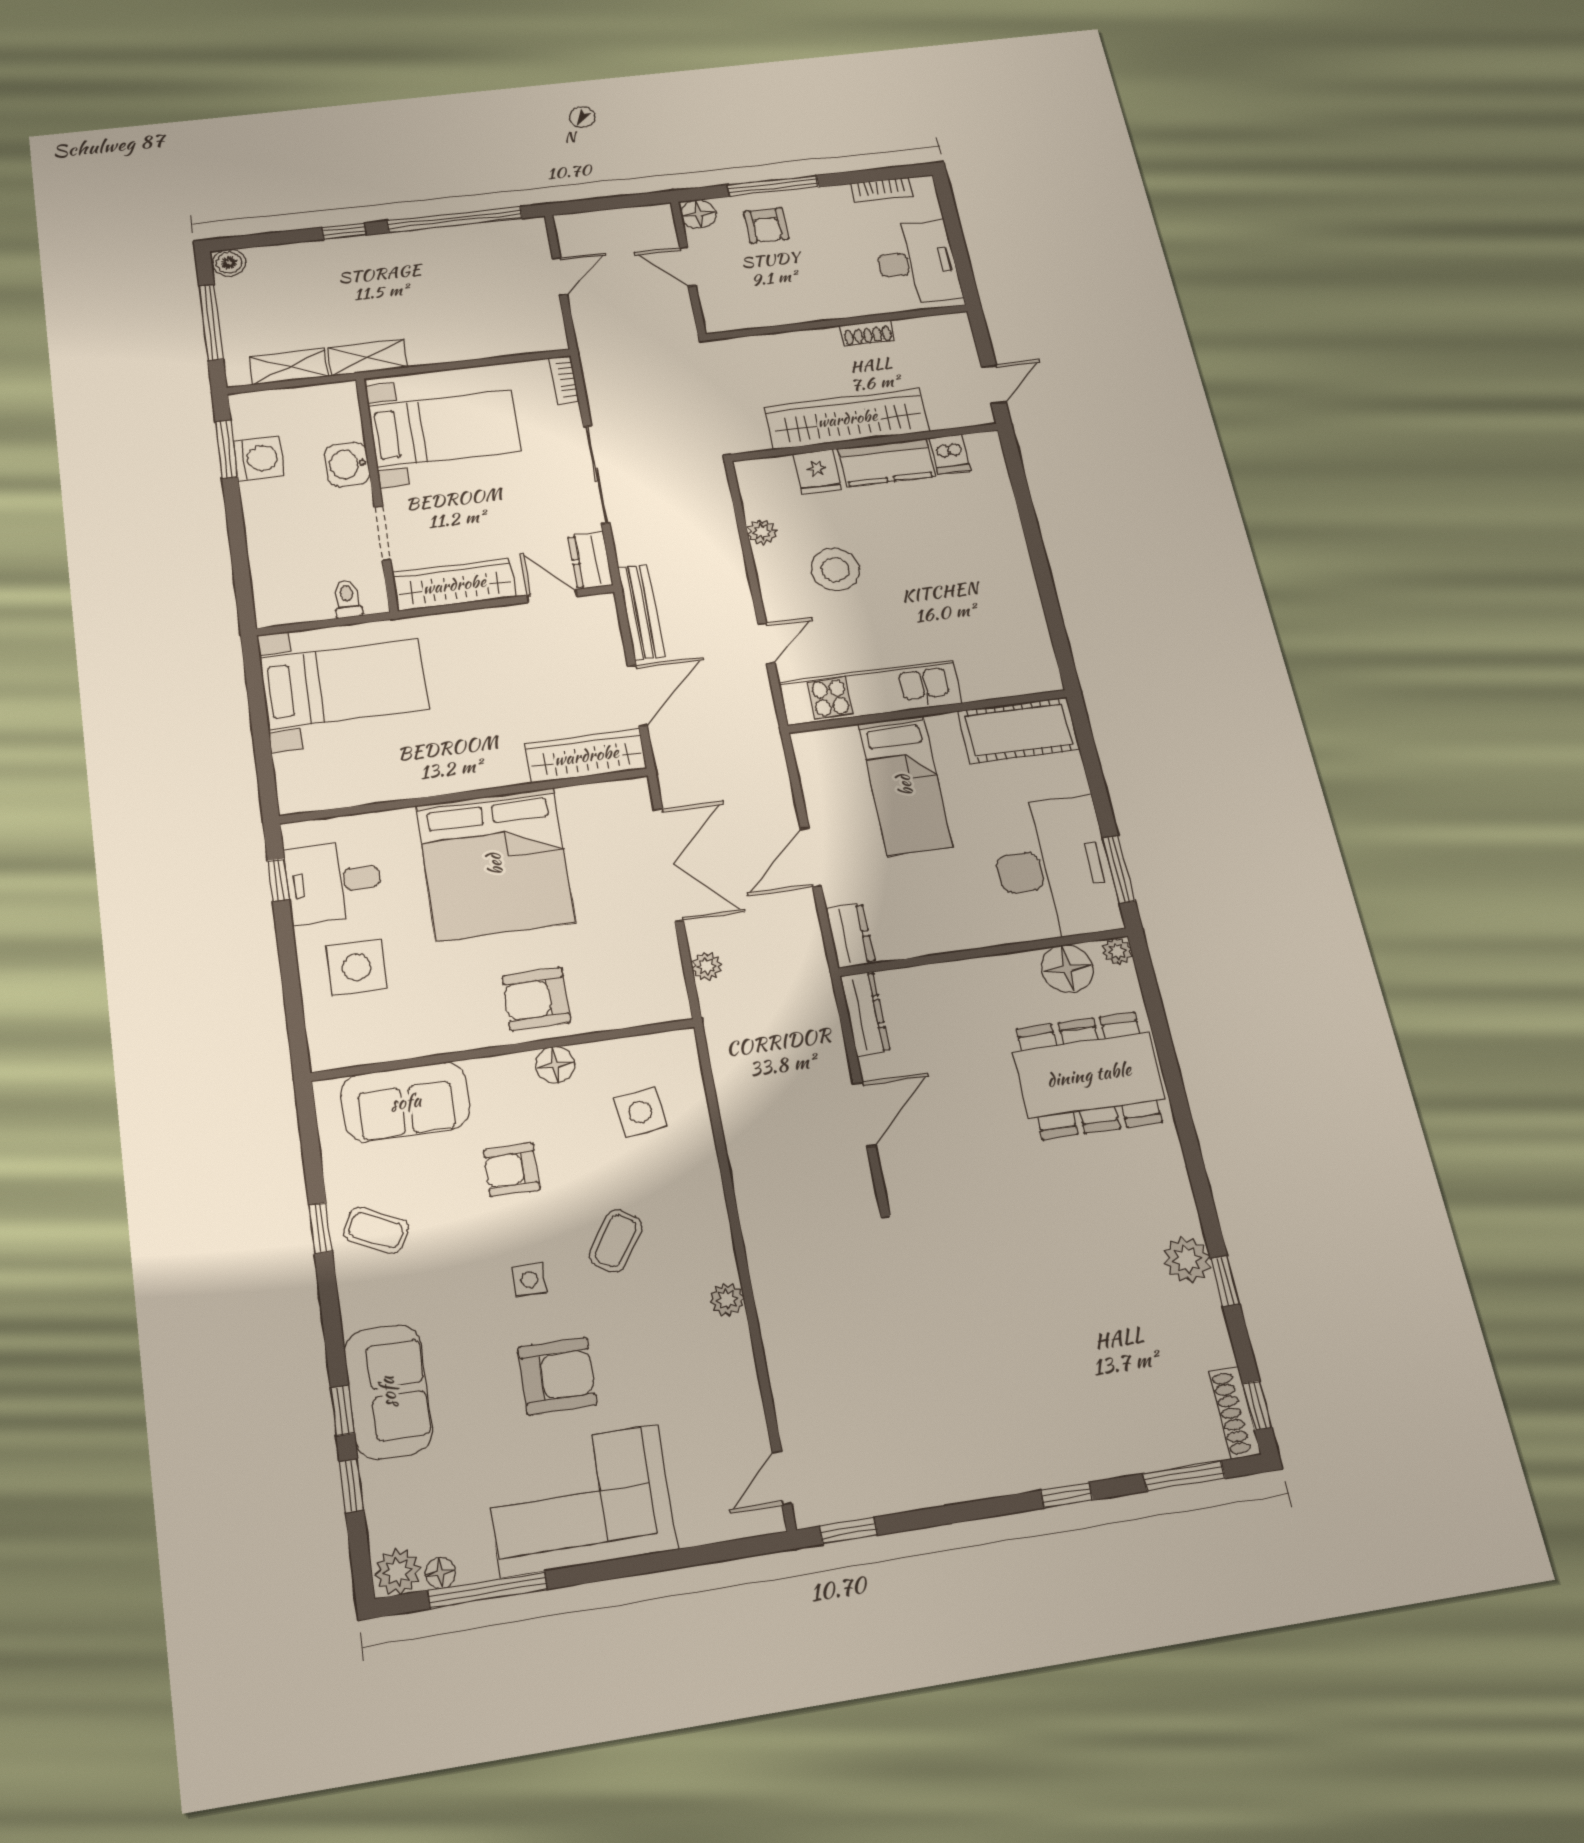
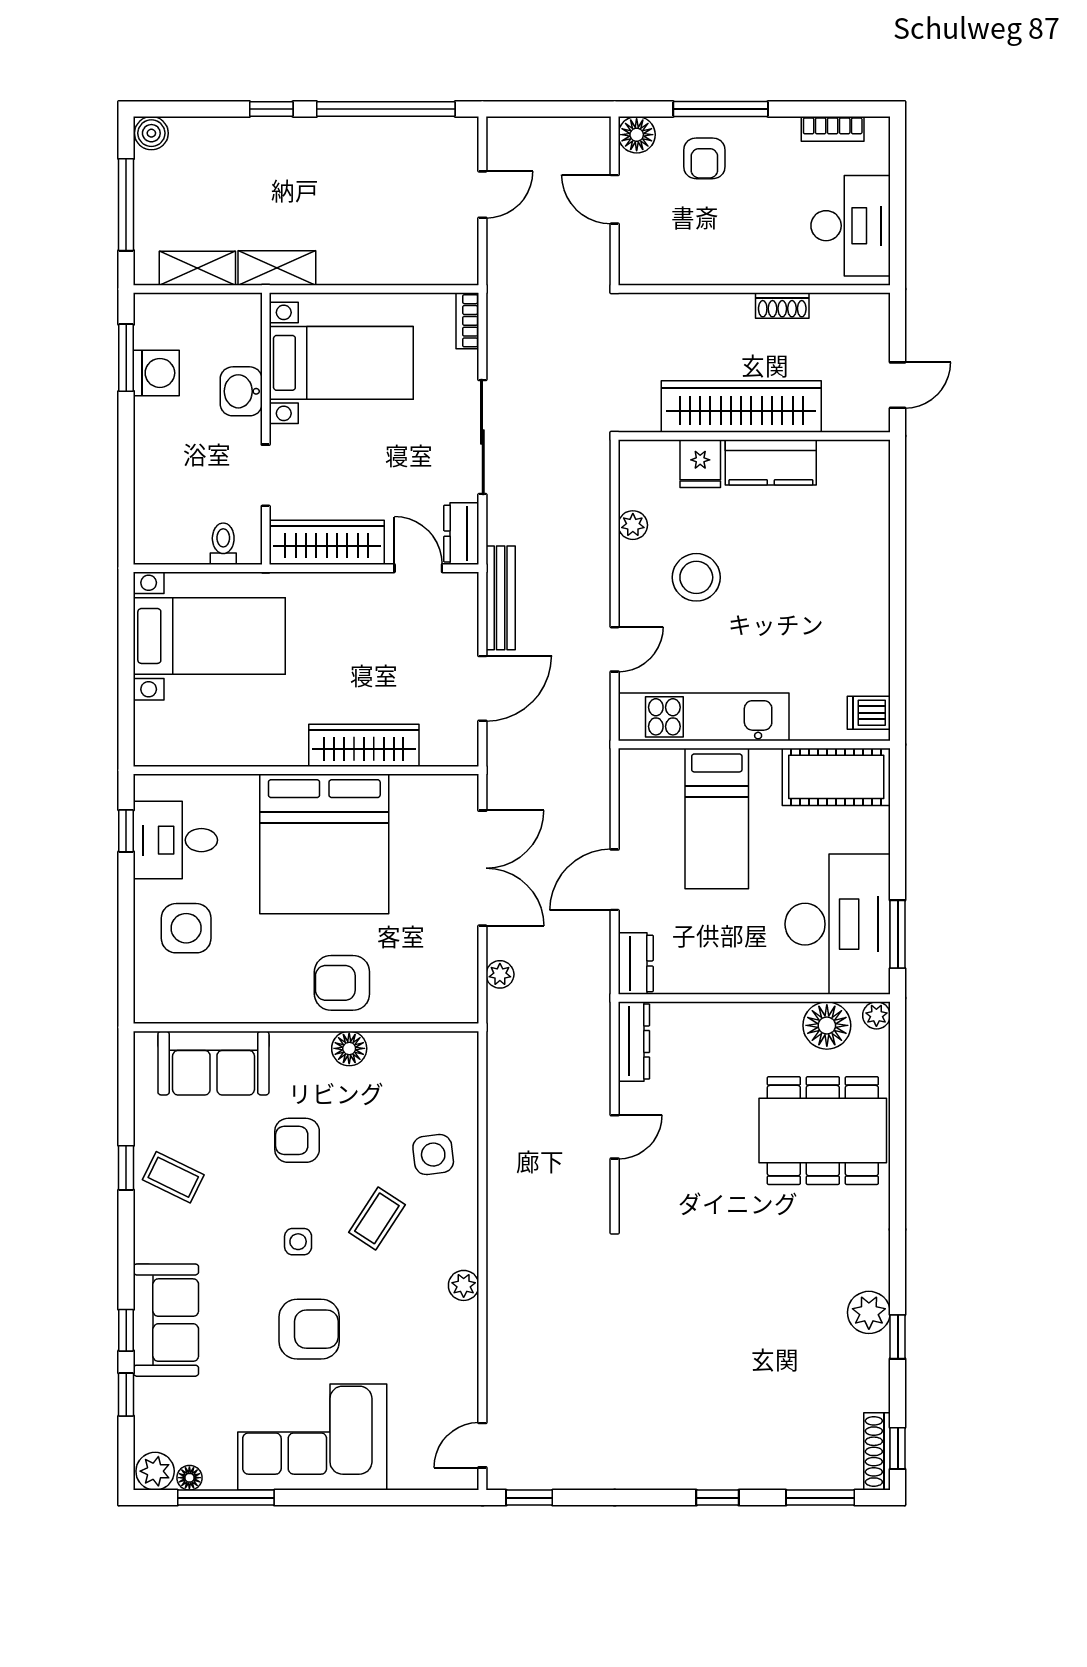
dishwasher: (950, 454) -> (869, 713), moved, turned 90
wardrobe: (586, 756) -> (364, 745), moved
side table: (640, 1112) -> (433, 1155), moved
door: (865, 1115) -> (615, 1137), width x0.73

